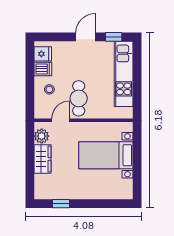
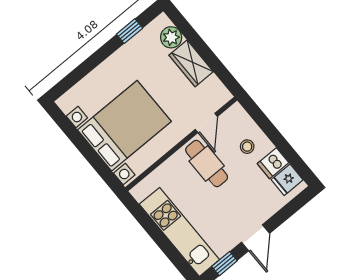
plant: (42, 136) -> (171, 37), moved
bed with nightstands: (106, 155) -> (124, 126), width x1.36

